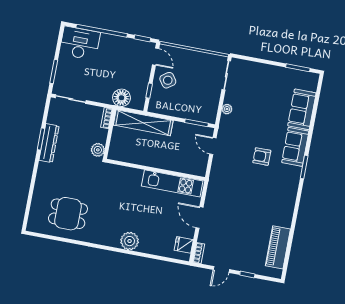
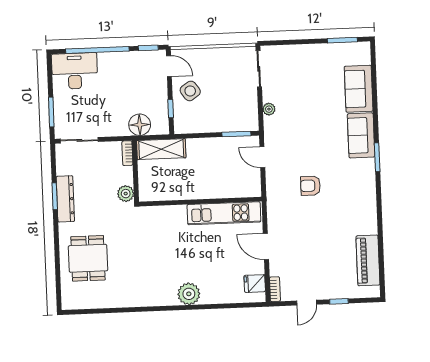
shelving: (143, 123) -> (161, 149), width x0.68
armchair: (262, 157) -> (310, 186), moved
dining table: (68, 214) -> (88, 258), moved, turned 90

